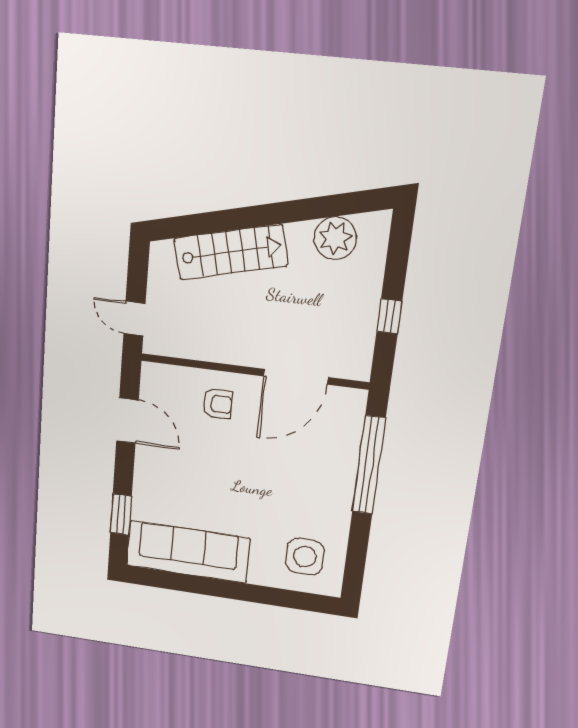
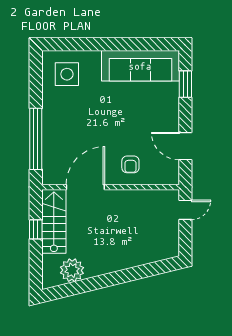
stairs: (231, 252) -> (54, 221), moved, turned 104
door: (134, 319) -> (185, 210), hinge flipped
armchair: (218, 404) -> (130, 164), turned -90

